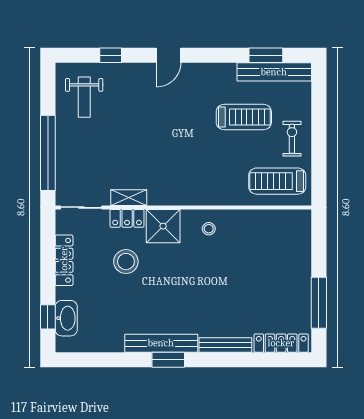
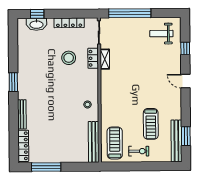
shower: (163, 226) -> (89, 79), removed
bench: (161, 343) -> (94, 142), moved

